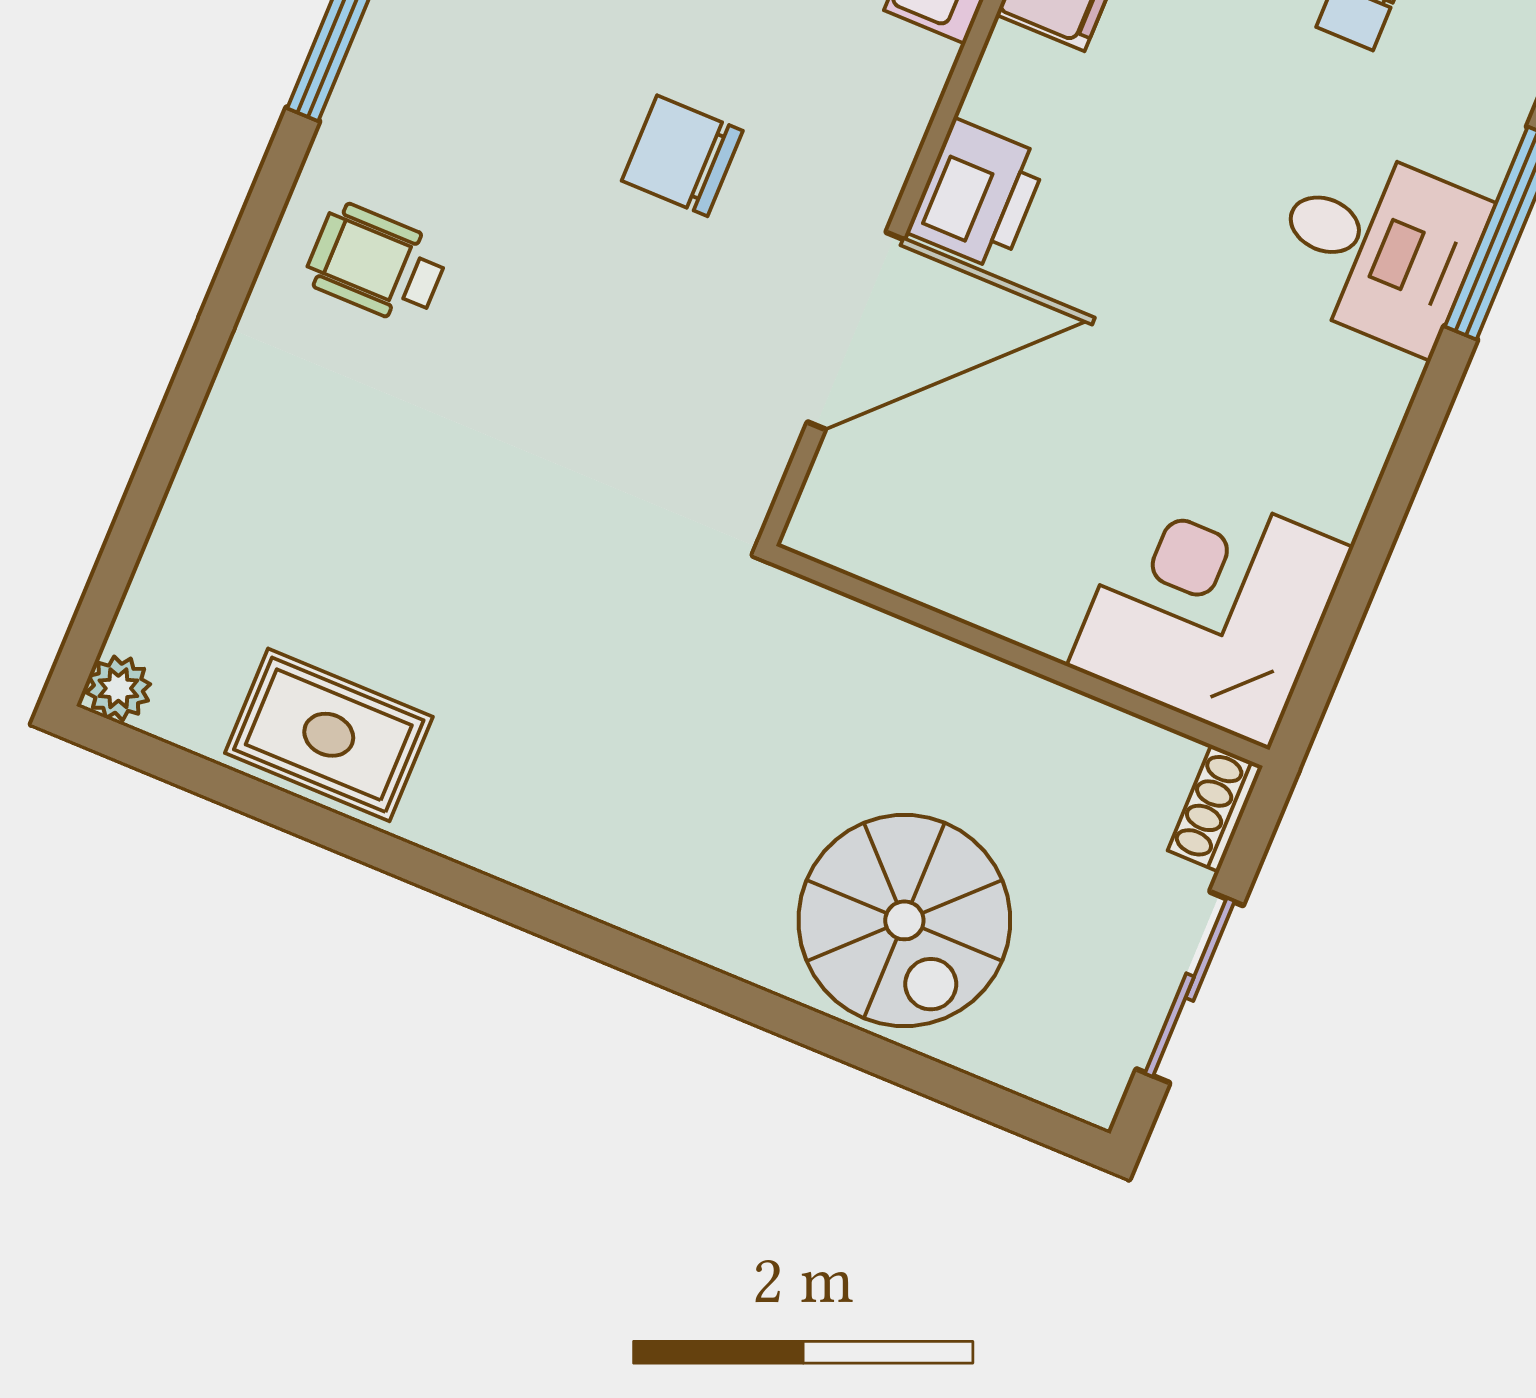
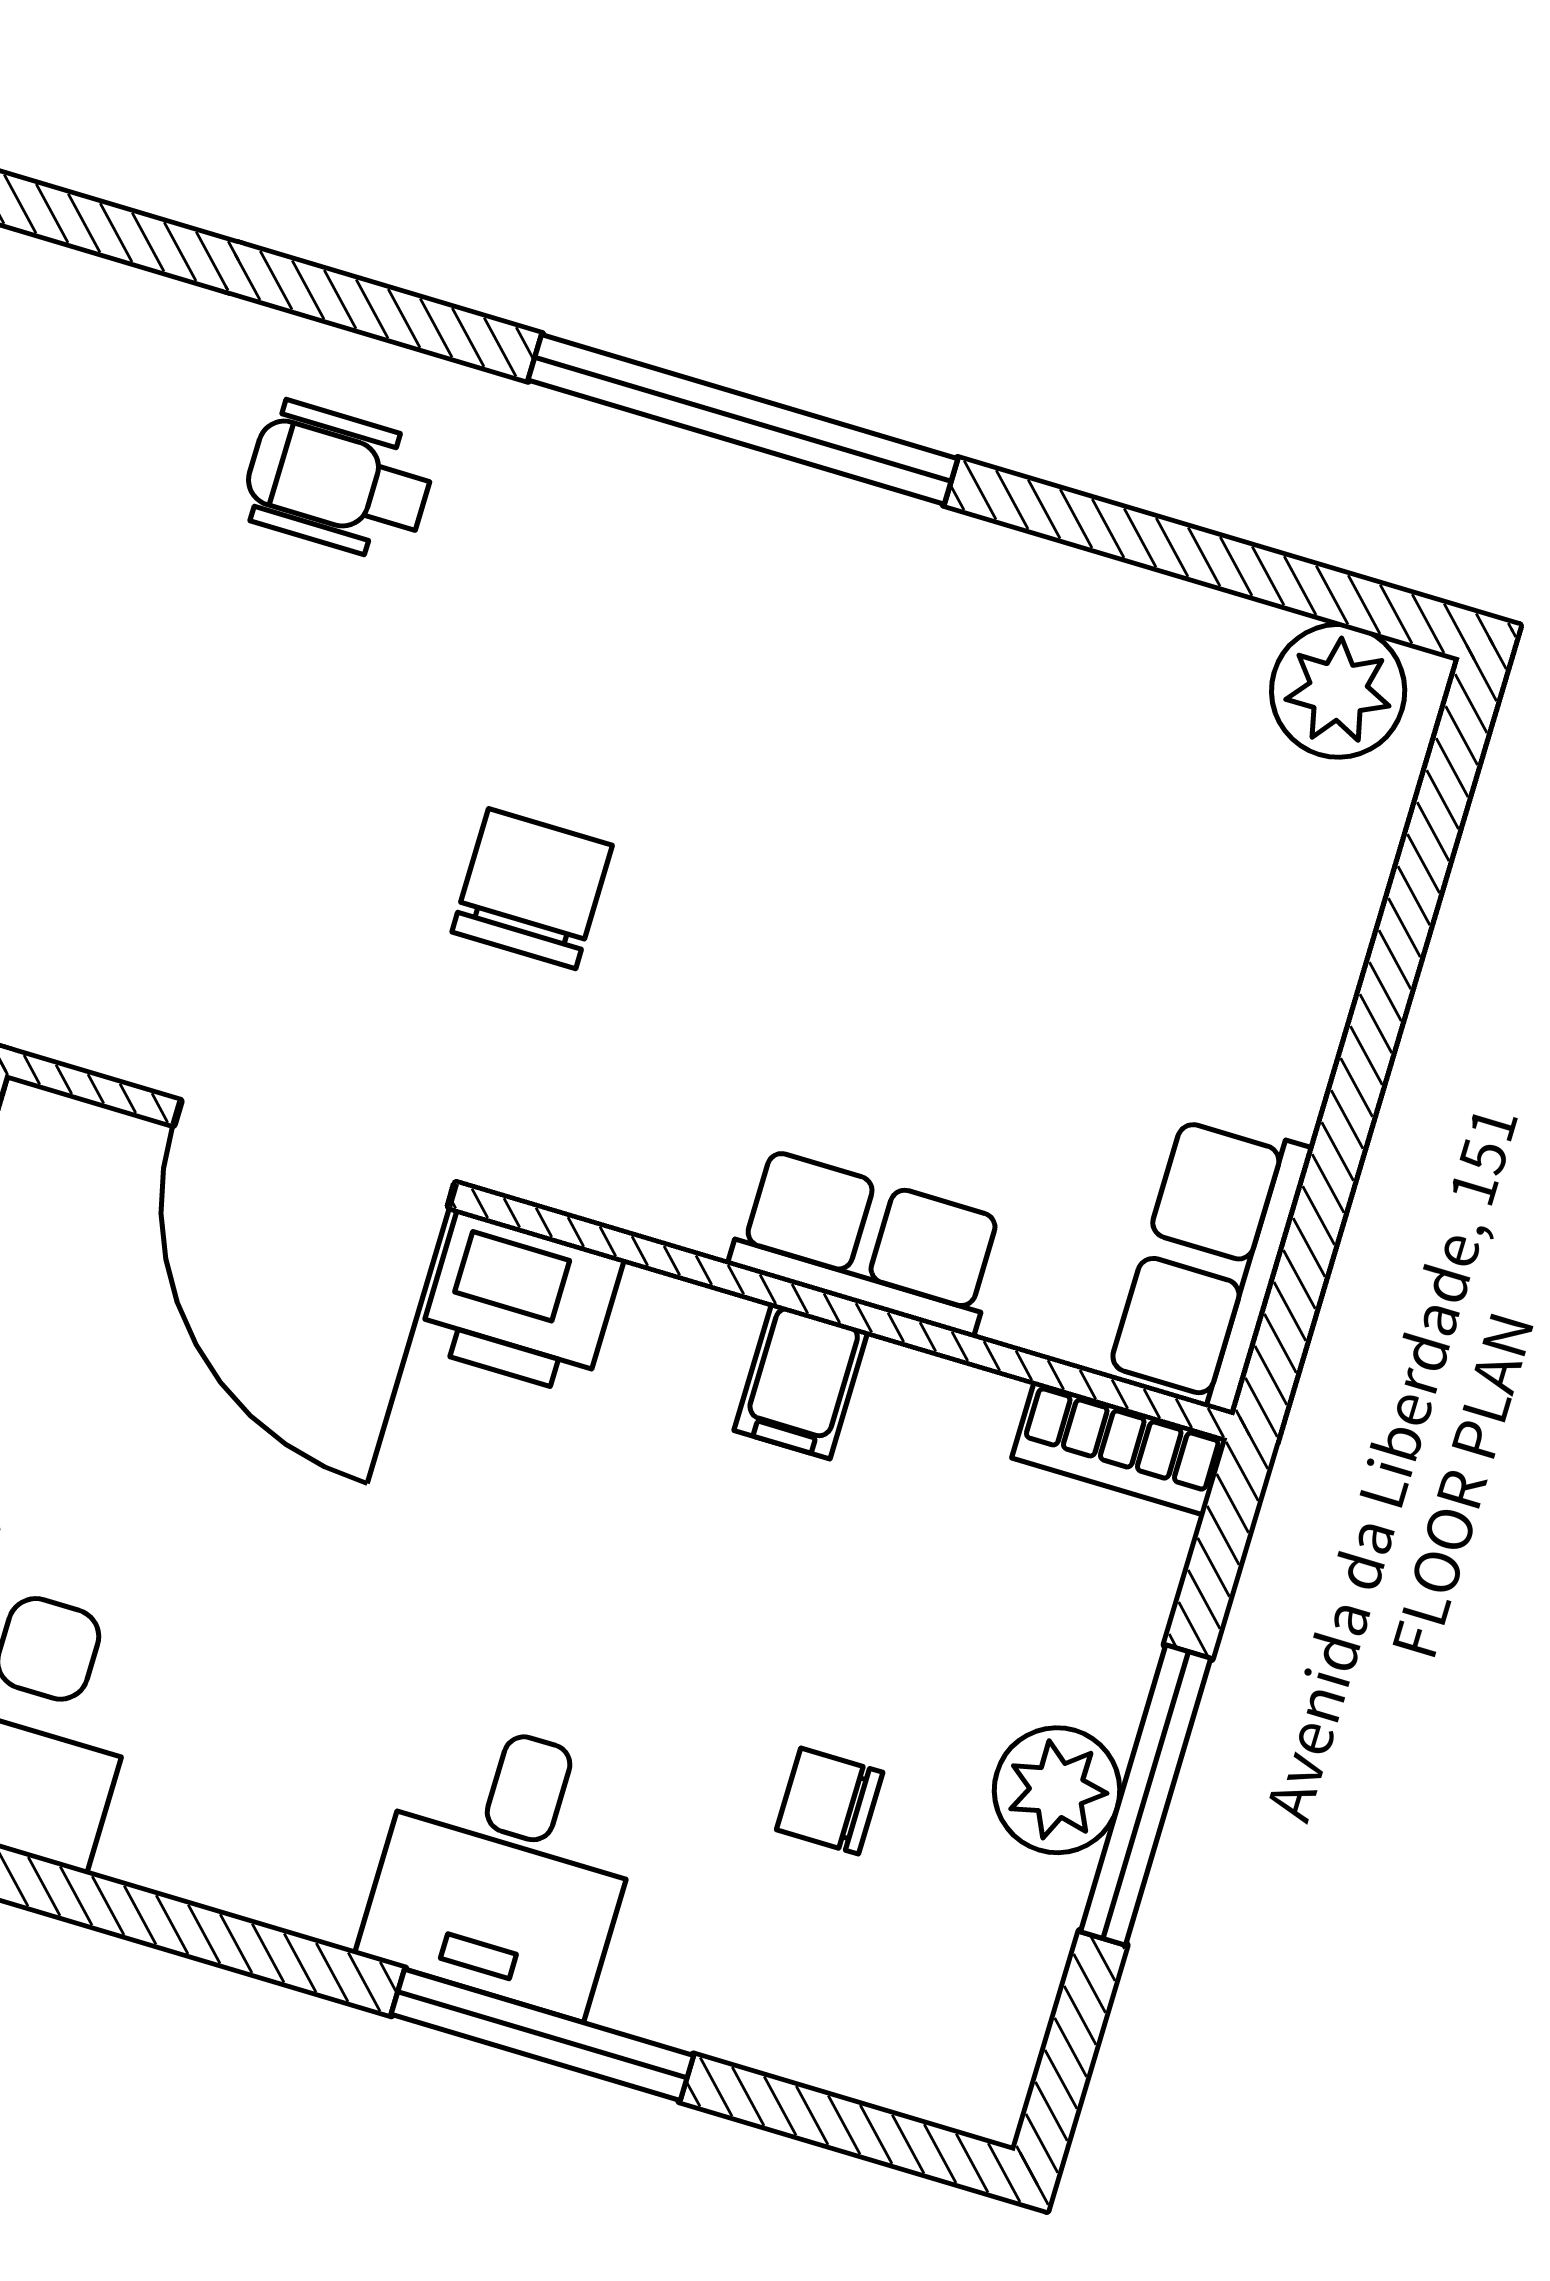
wheelchair: (377, 264) -> (339, 481), turned -90

